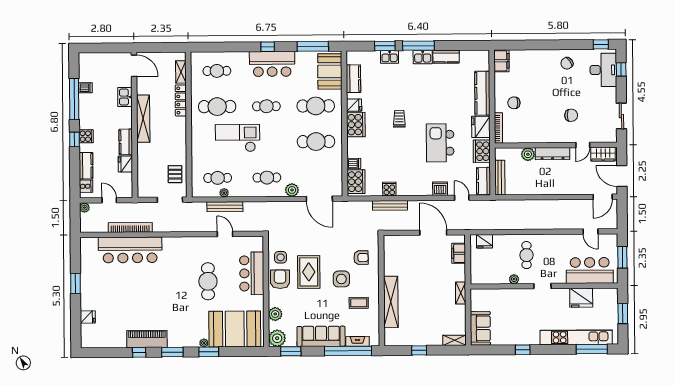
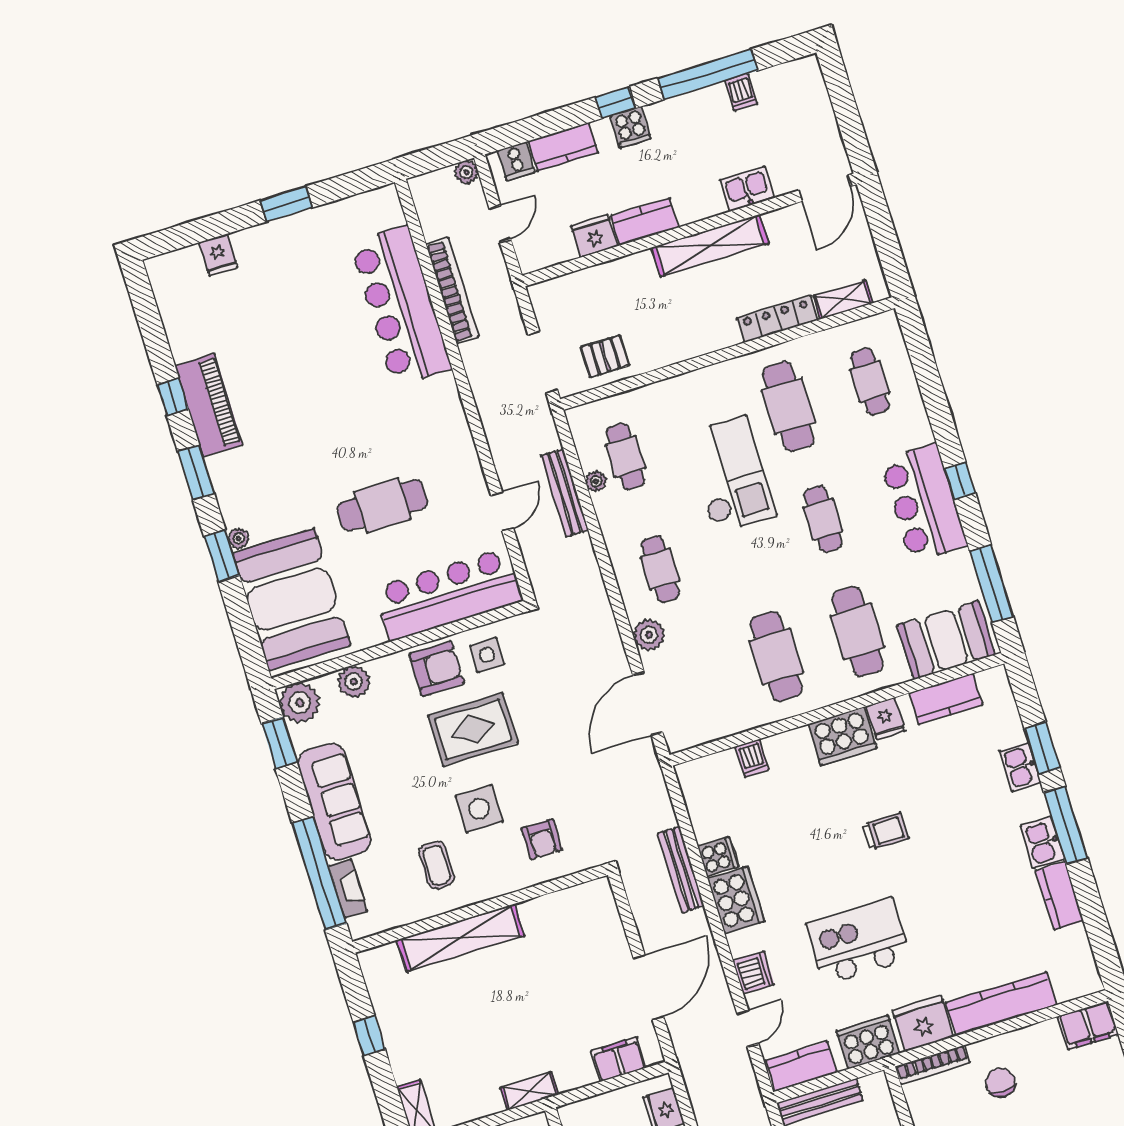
cooker: (356, 182) -> (736, 900), moved, turned -90
bar counter: (252, 273) -> (448, 594), width x1.36

